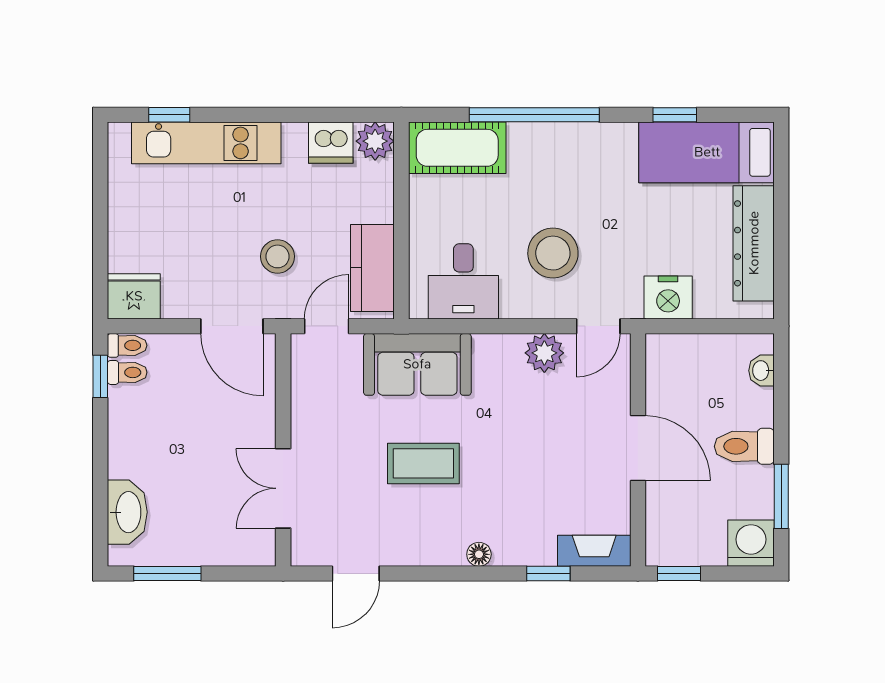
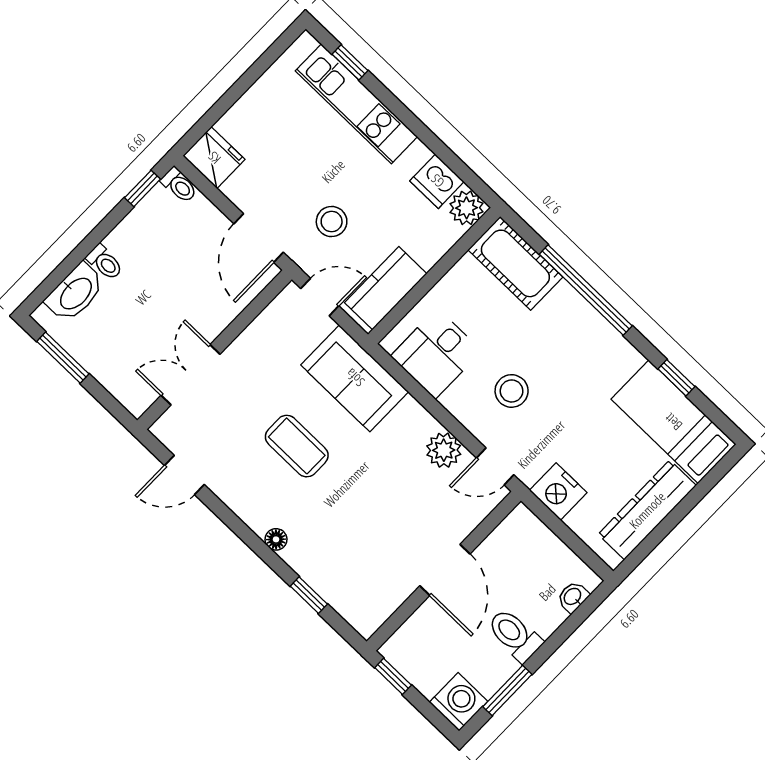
stool: (553, 253) -> (512, 391), width x0.73, depth x0.73
toilet: (127, 372) -> (105, 262), moved
fireplace: (594, 551) -> (353, 609), removed

